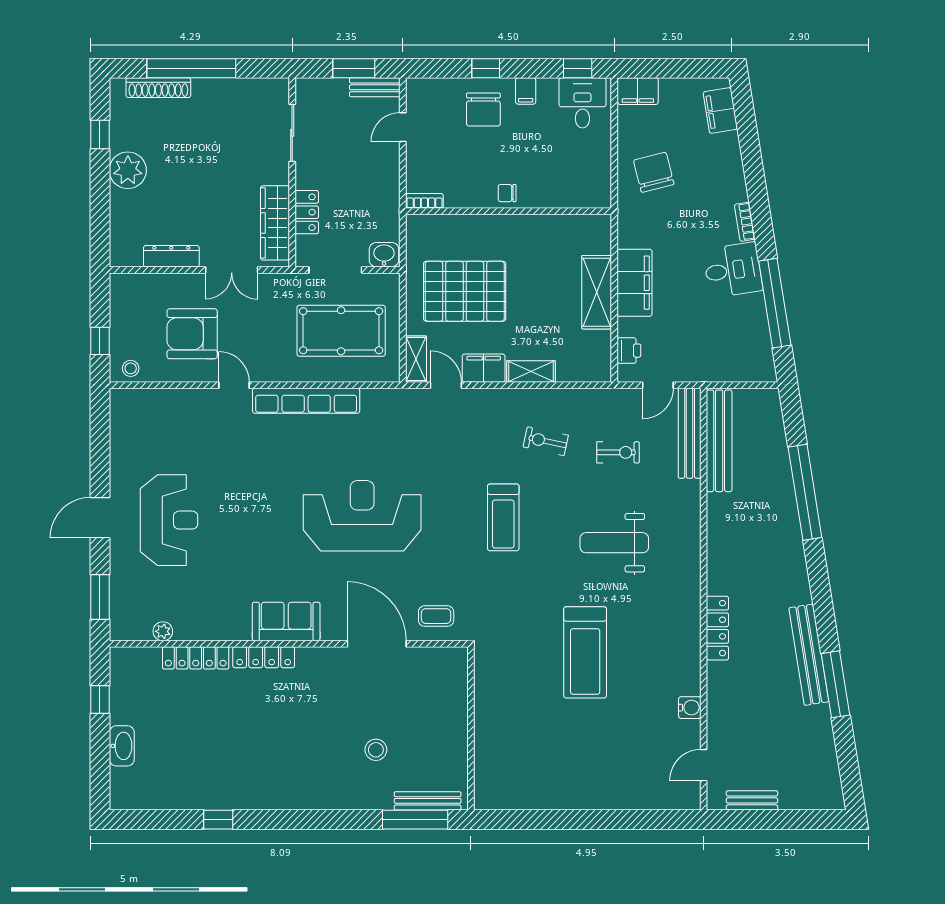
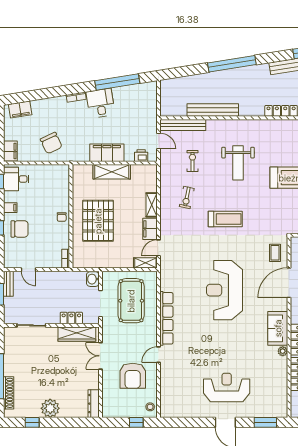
chair: (654, 172) -> (51, 143), turned -101
dresser: (171, 256) -> (94, 404), moved
double door: (232, 270) -> (100, 356), swing flipped
pallet: (465, 291) -> (98, 221), moved
bench: (719, 441) -> (213, 110), moved
window: (805, 492) -> (232, 64), moved
plant: (163, 631) -> (283, 351), moved

